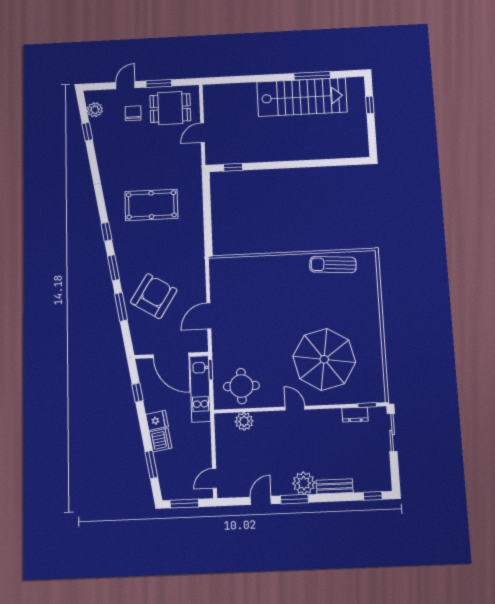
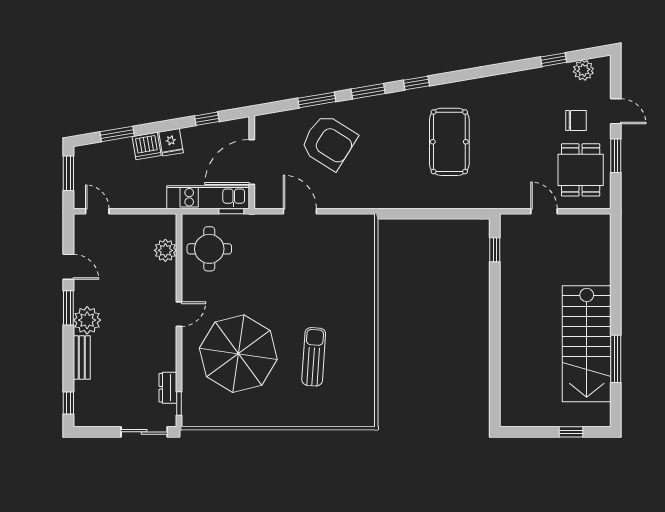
sun lounger: (333, 265) -> (314, 357), moved

